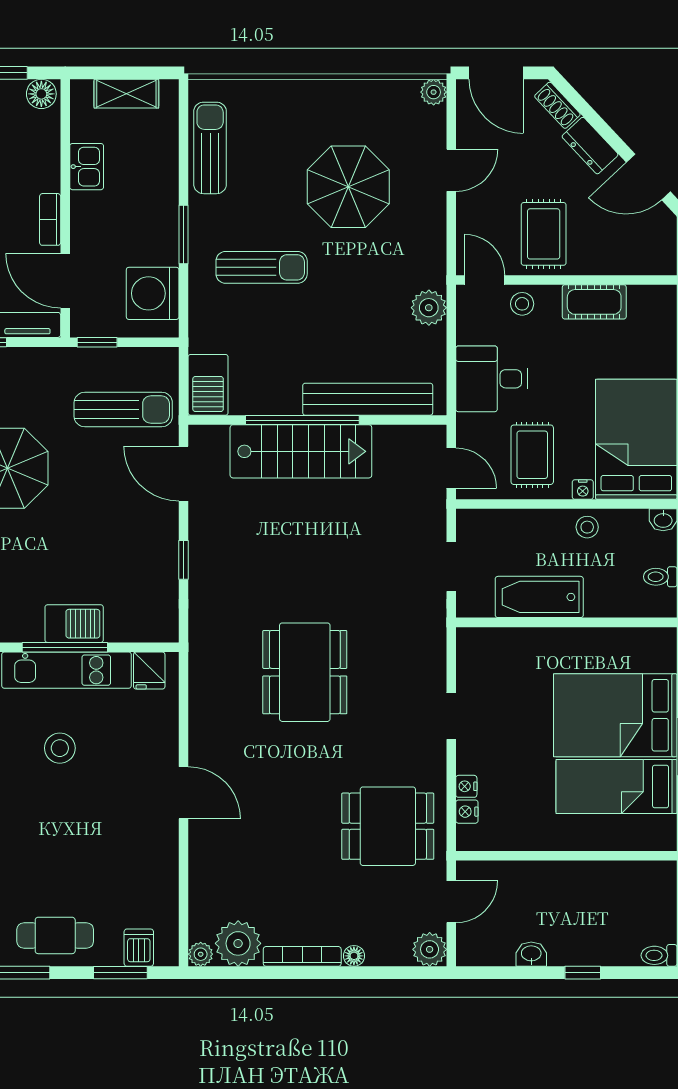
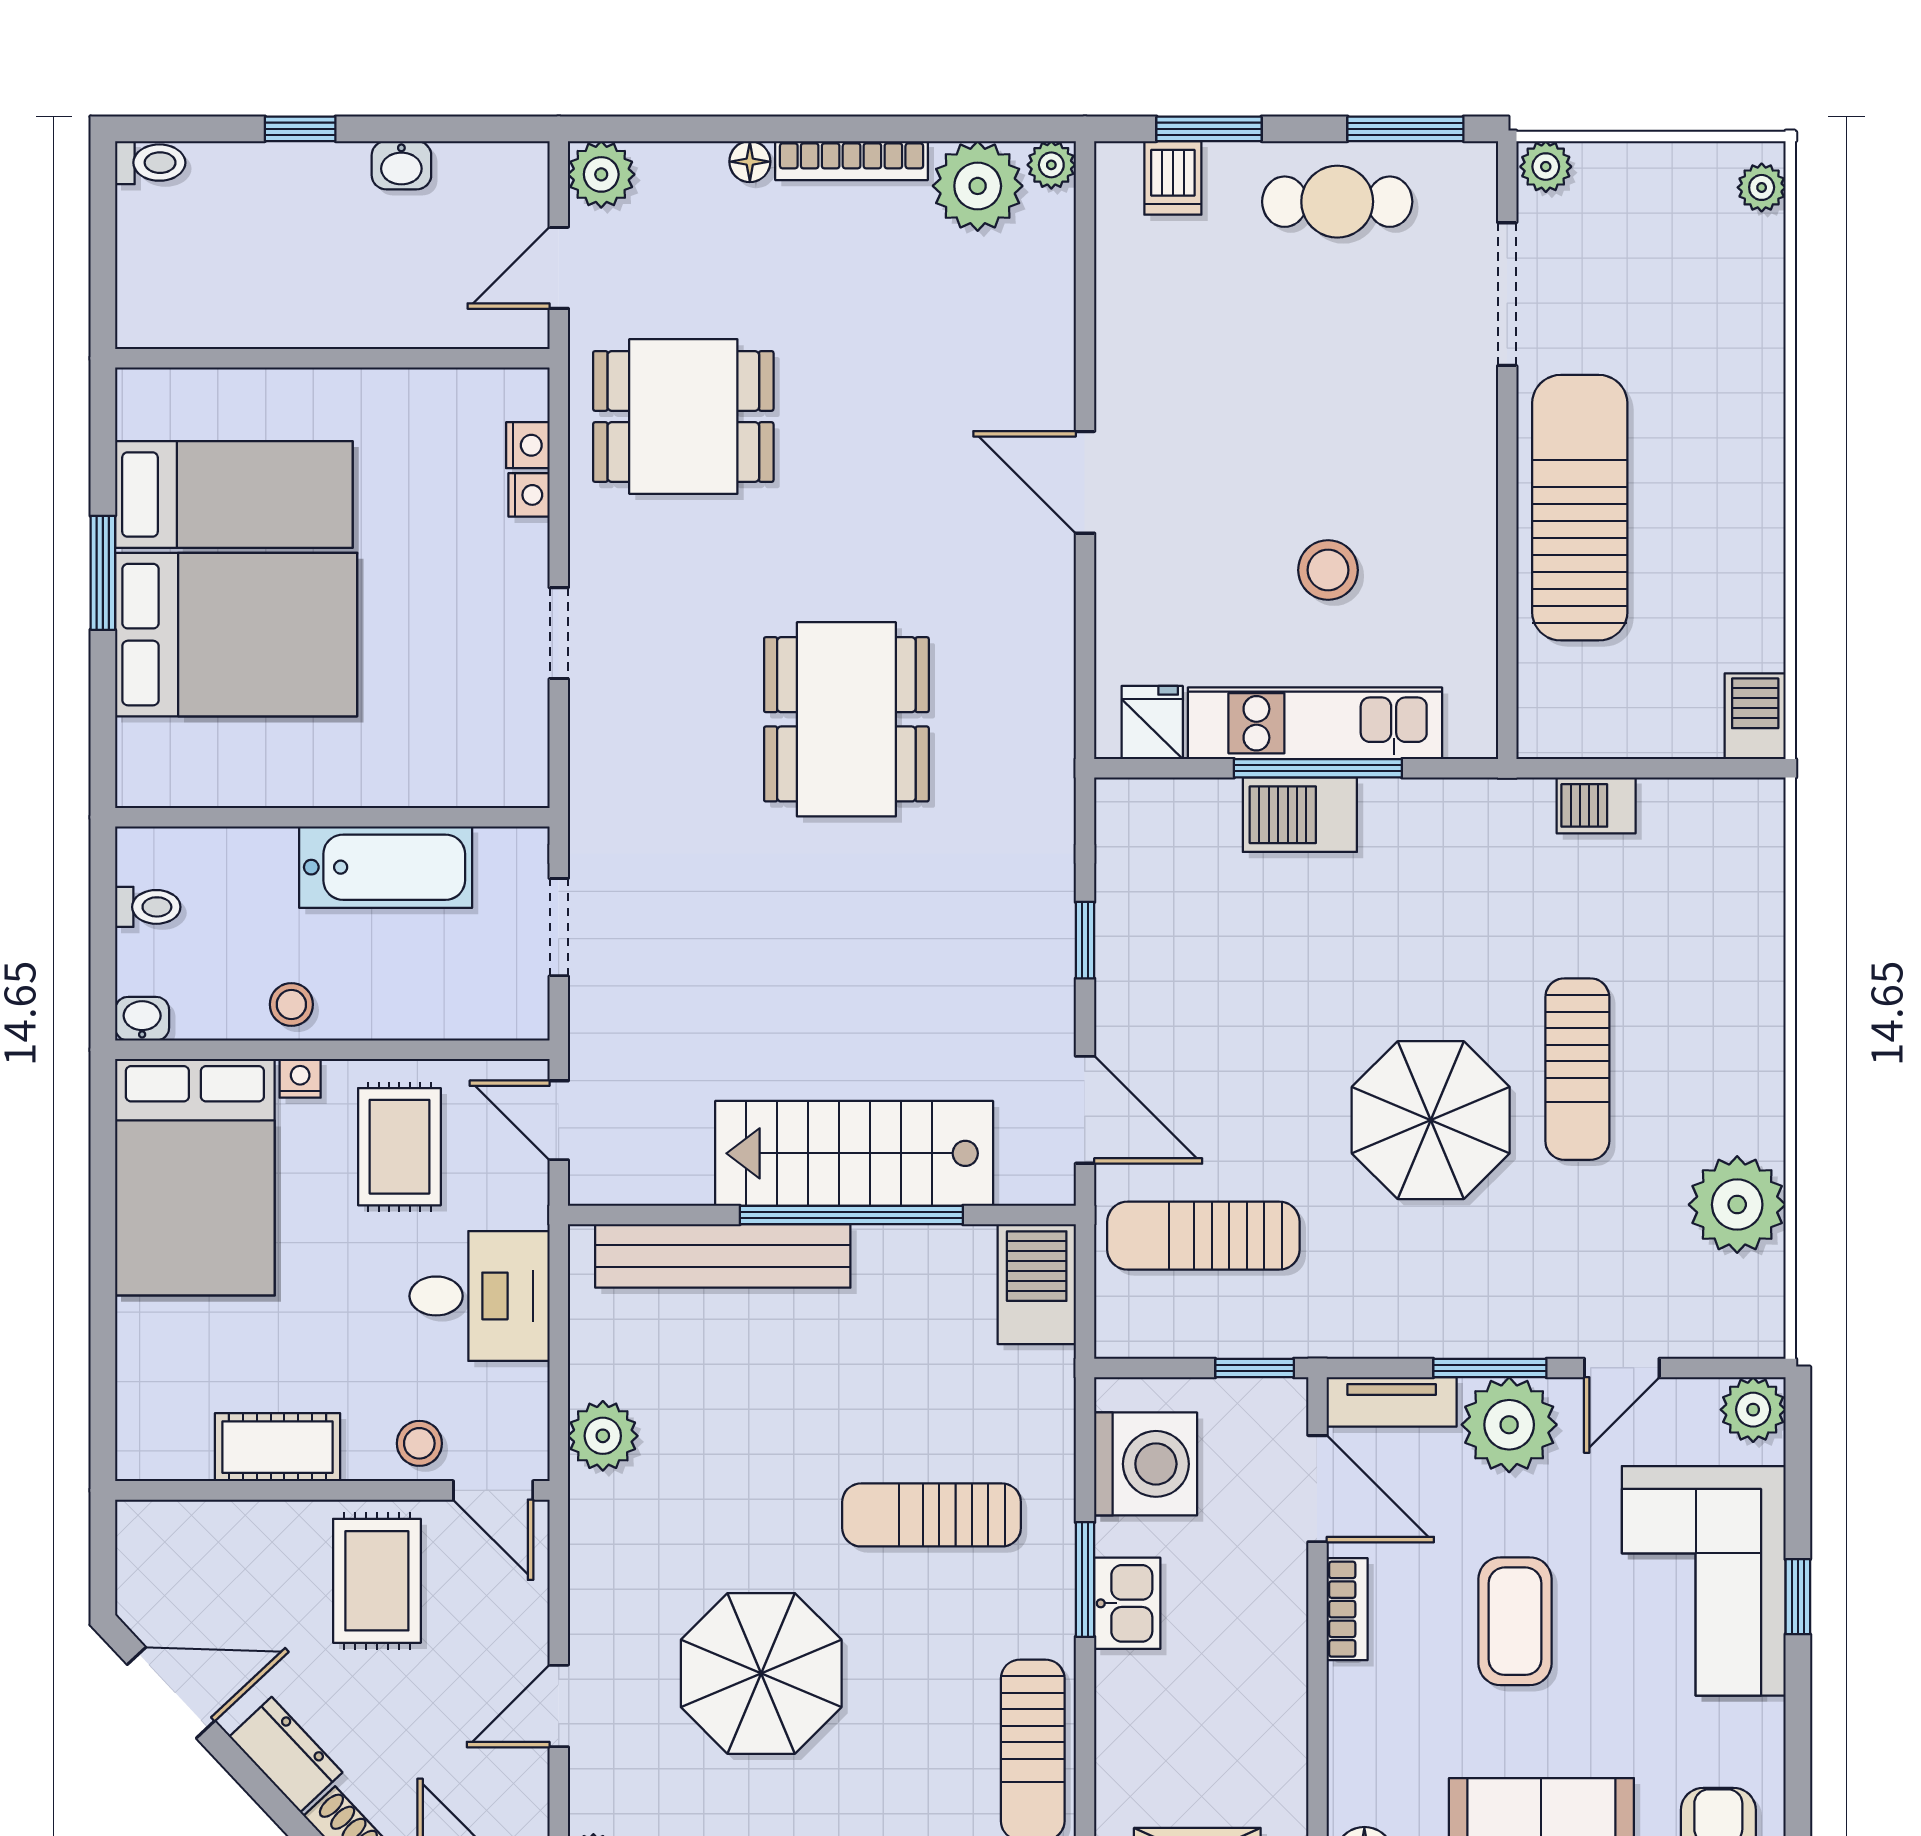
kitchen sink: (87, 167) -> (1127, 1603), moved, turned 180

